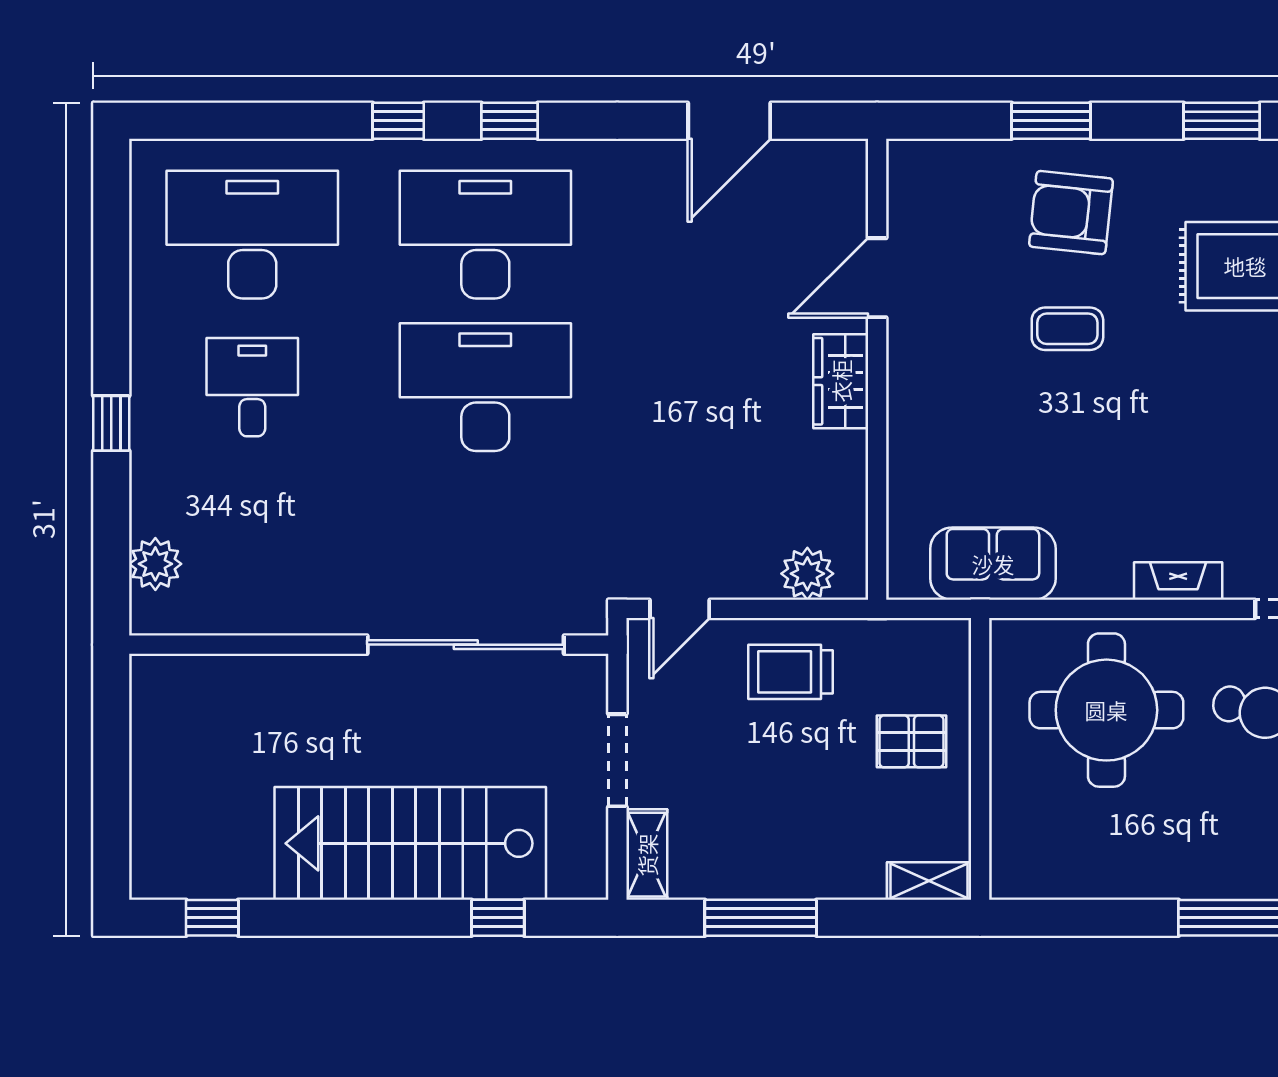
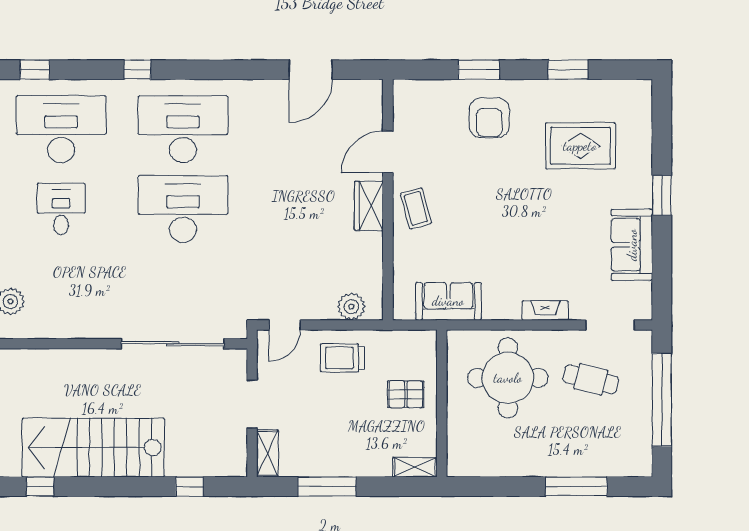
window: (510, 121) -> (35, 70), moved
armchair: (1071, 213) -> (489, 118), turned -96
coffee table: (1067, 329) -> (416, 208), moved, turned 75
stairs: (410, 843) -> (93, 448), moved

